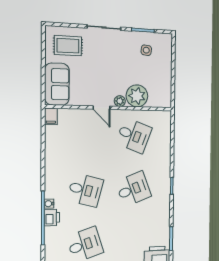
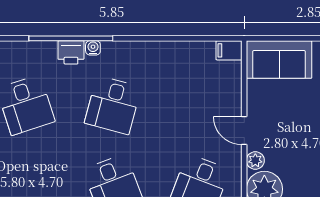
door: (102, 108) -> (244, 131), hinge flipped

